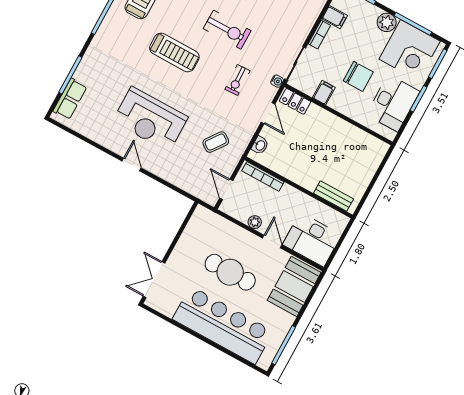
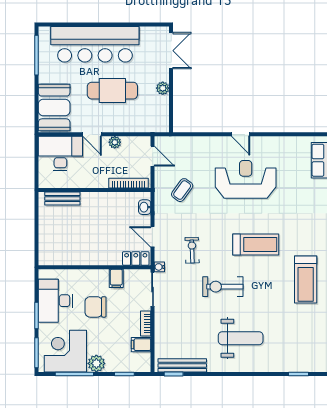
treadmill: (174, 52) -> (256, 244), turned 180
plant: (181, 248) -> (163, 88), added

